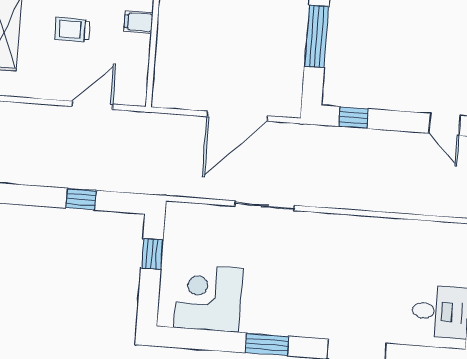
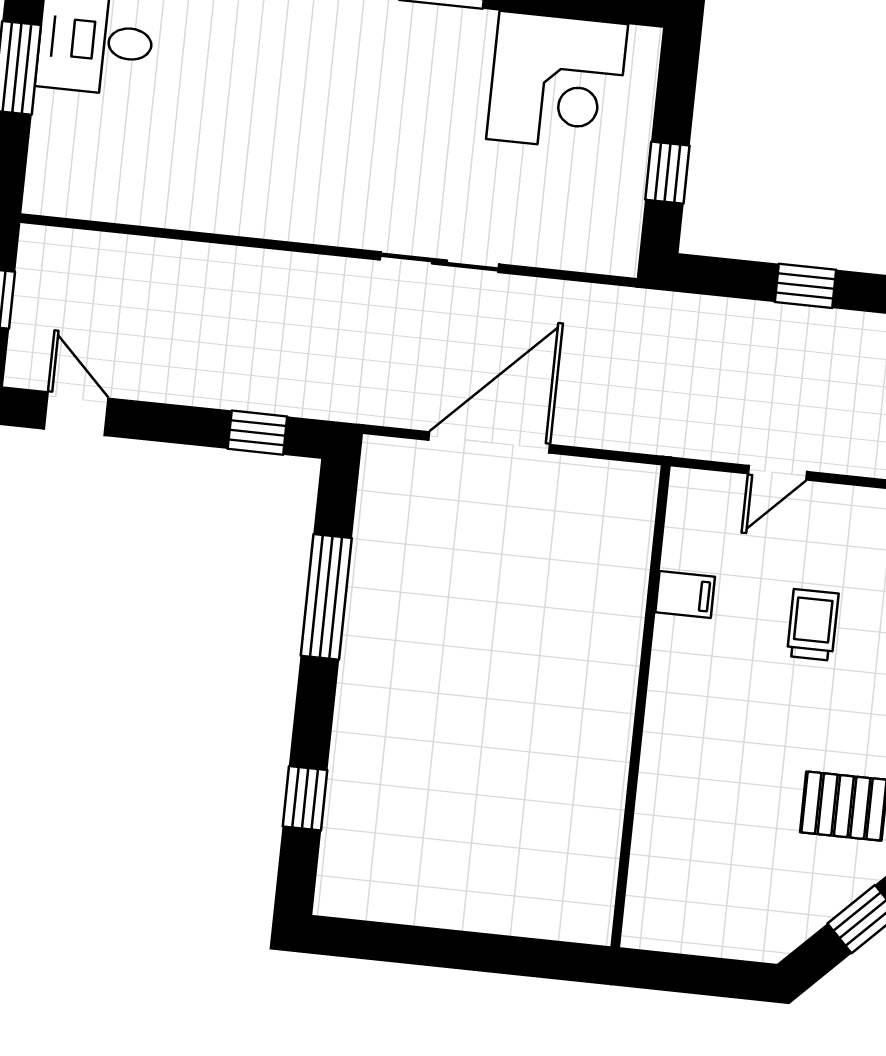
filing cabinet: (138, 22) -> (685, 594), moved
trolley: (72, 30) -> (813, 625), turned -90
door: (92, 105) -> (777, 473), width x0.73

